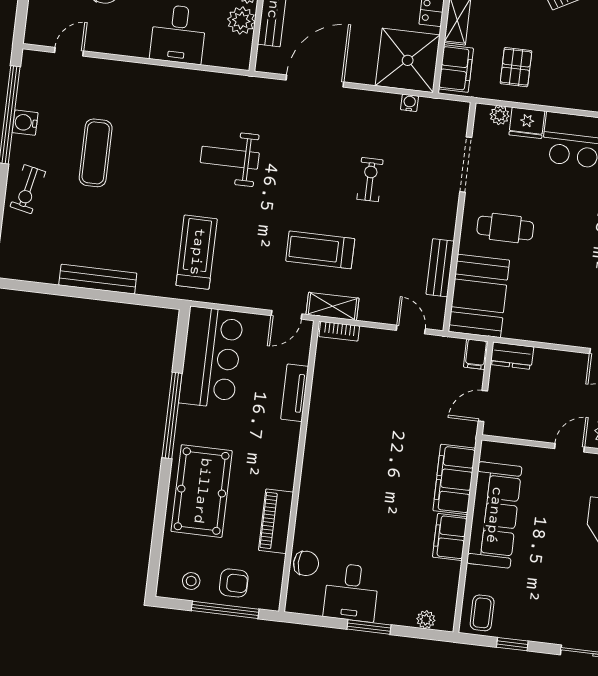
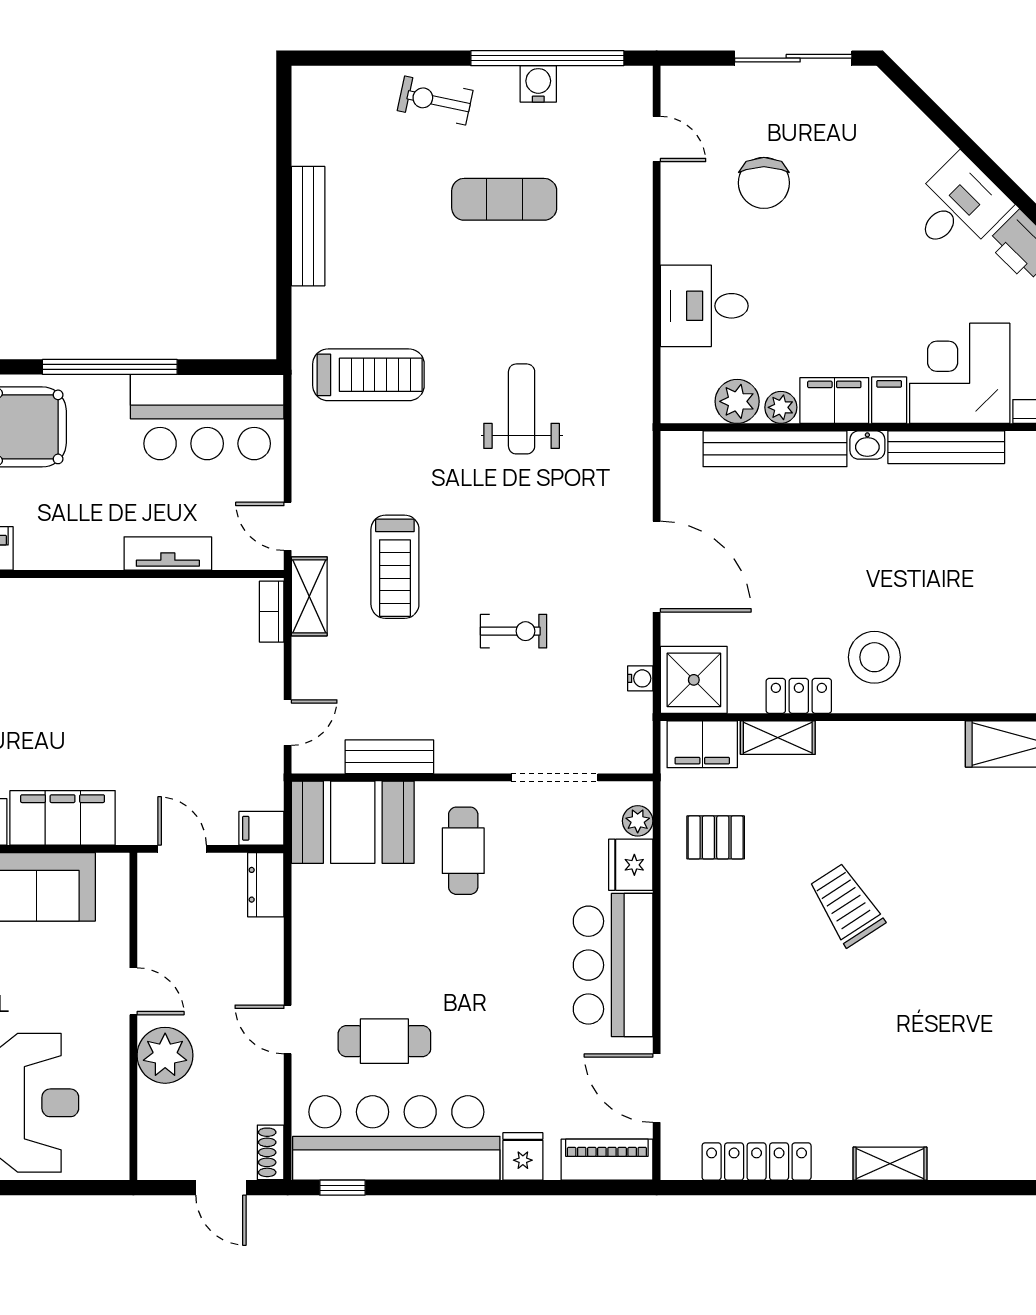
shower: (408, 60) -> (694, 680), width x0.73, depth x0.73
door: (315, 81) -> (657, 567), moved
treadmill: (320, 250) -> (395, 567), turned 180

